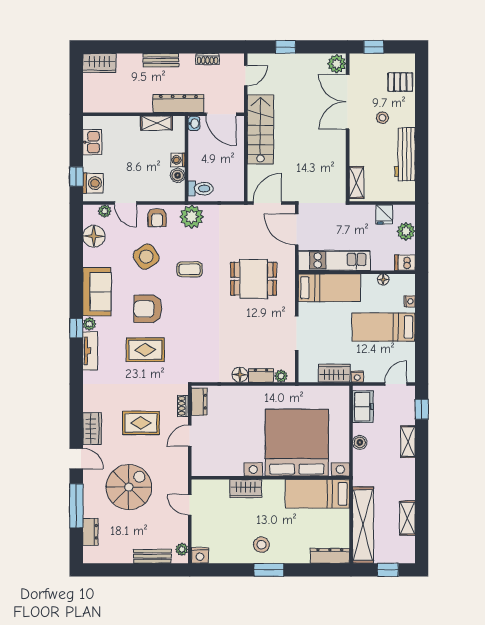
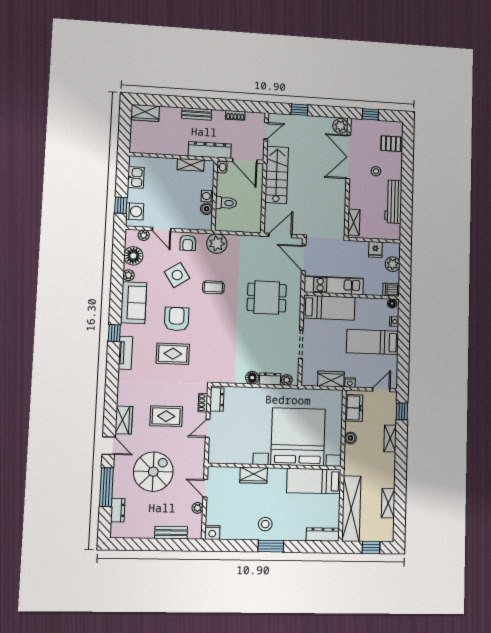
toilet: (201, 189) -> (226, 203), moved
floor lamp: (383, 279) -> (392, 303), moved
armchair: (148, 309) -> (177, 319), turned 90
plant: (89, 324) -> (129, 275), moved
plant: (182, 549) -> (198, 508), moved

